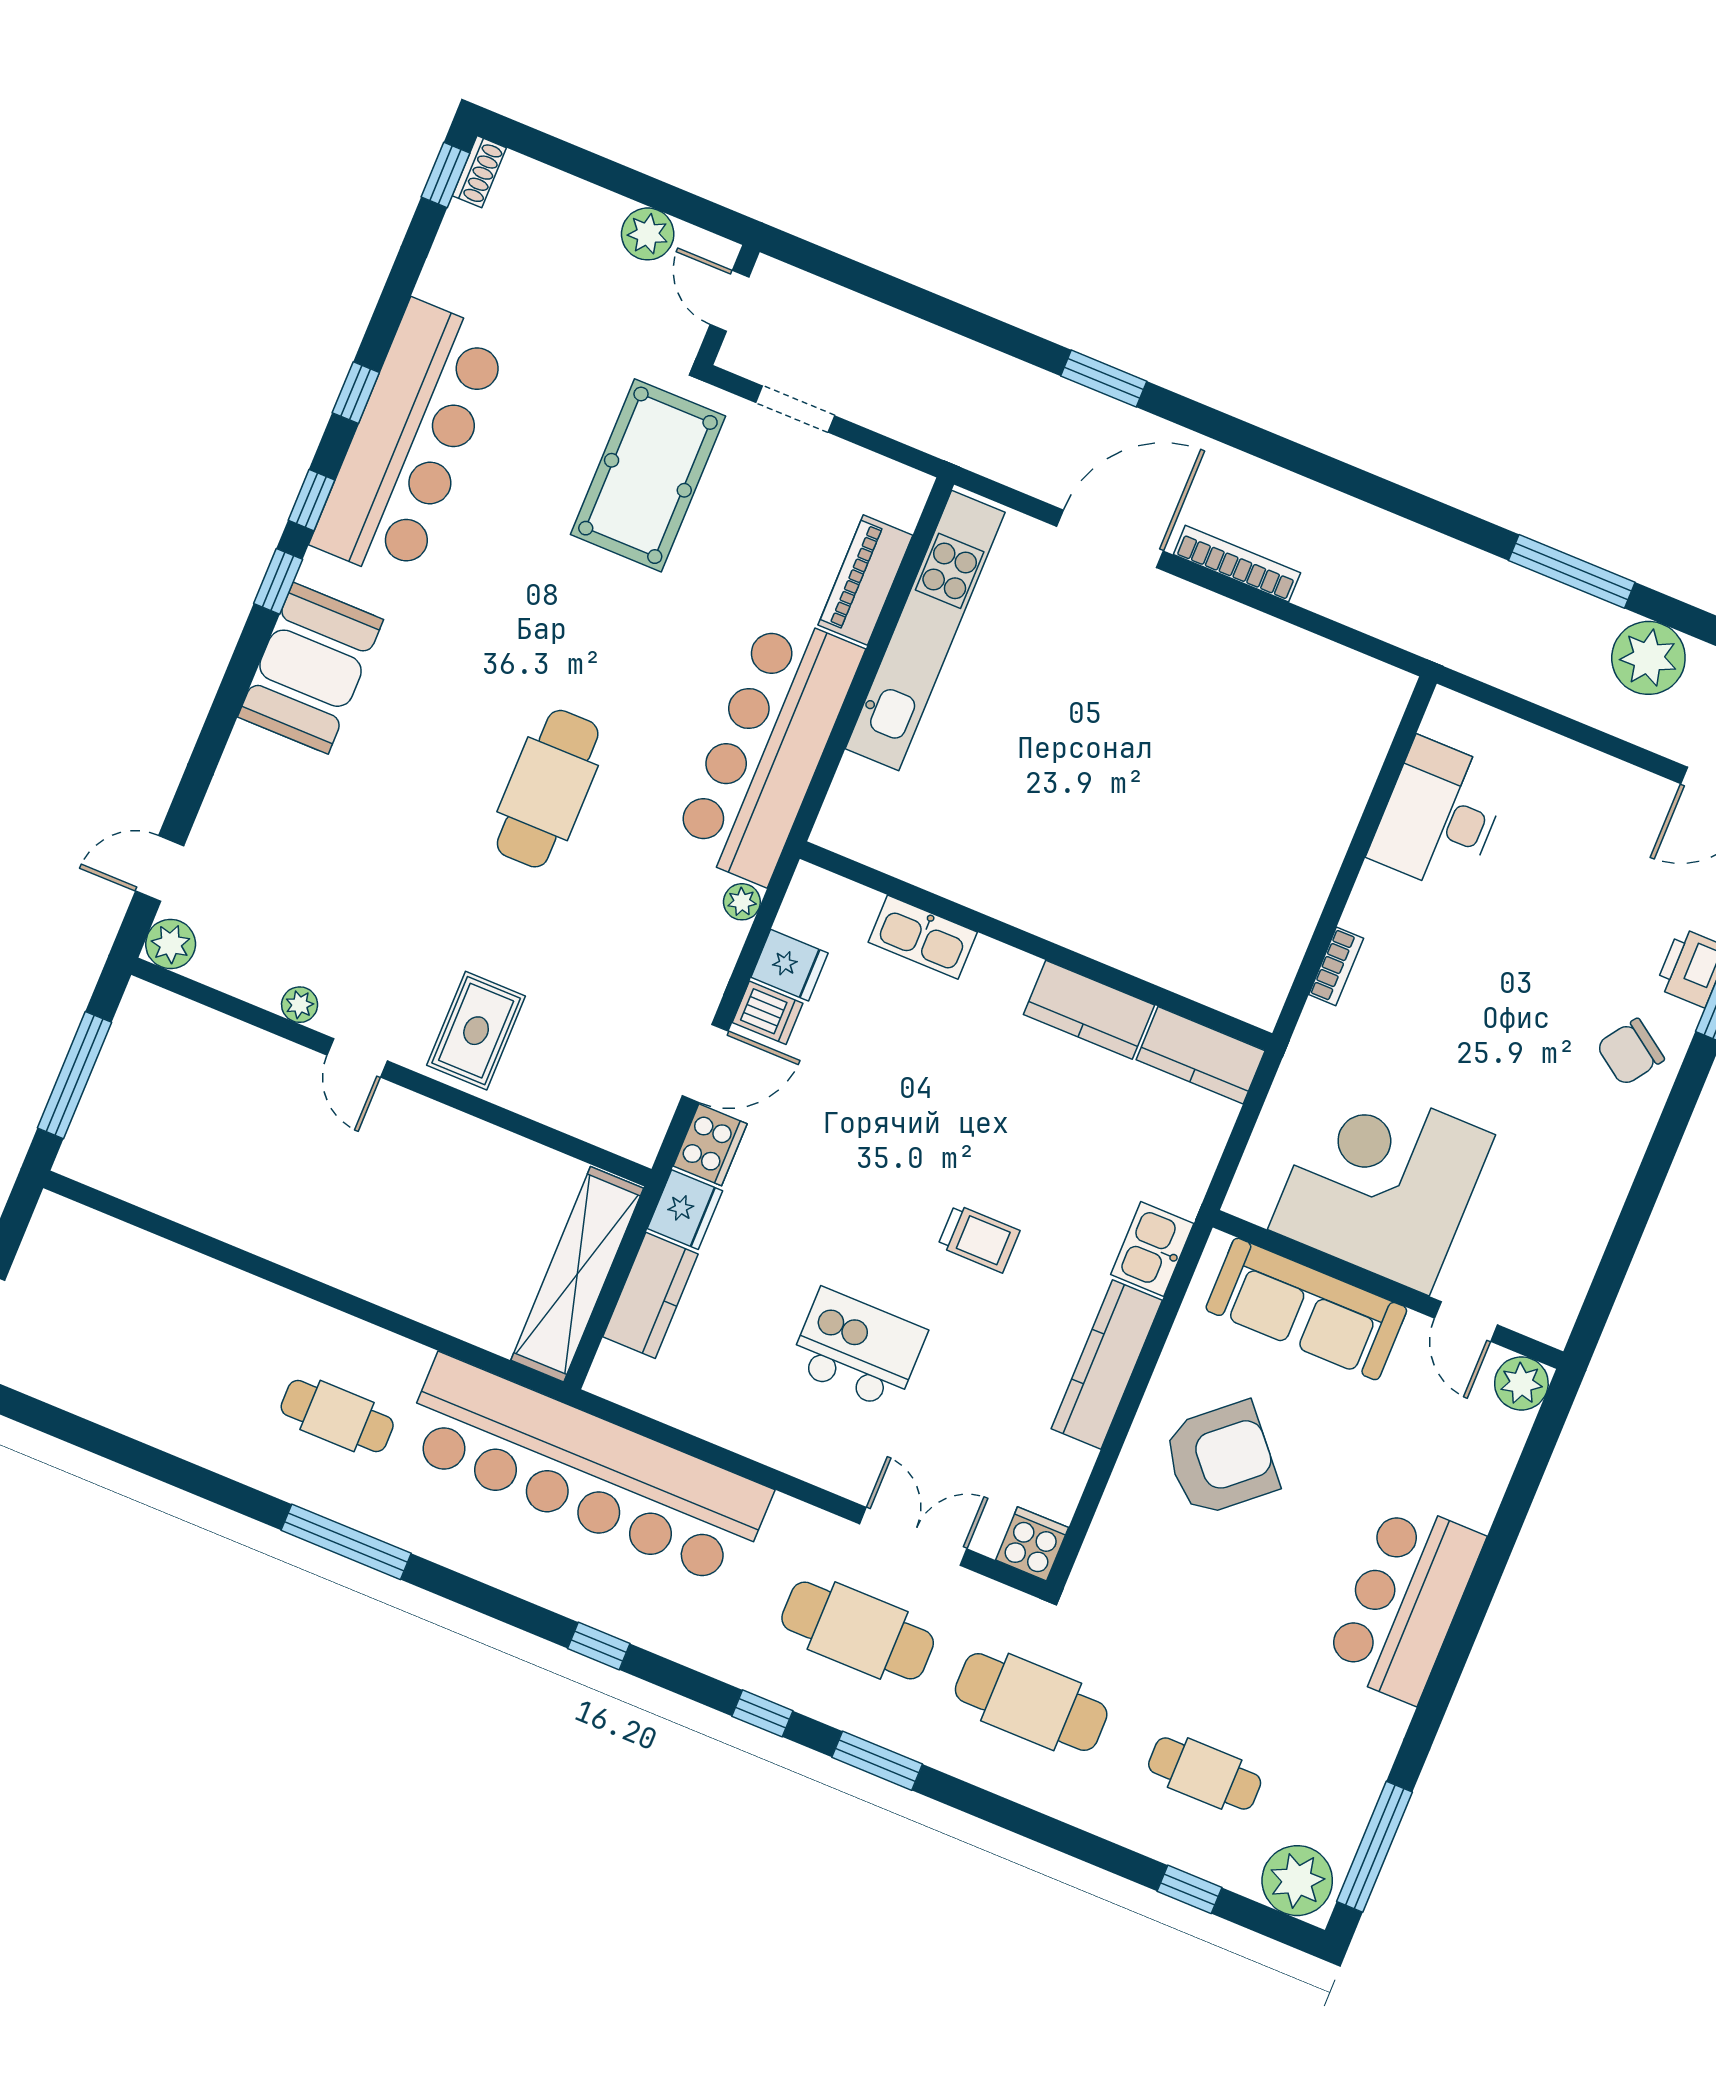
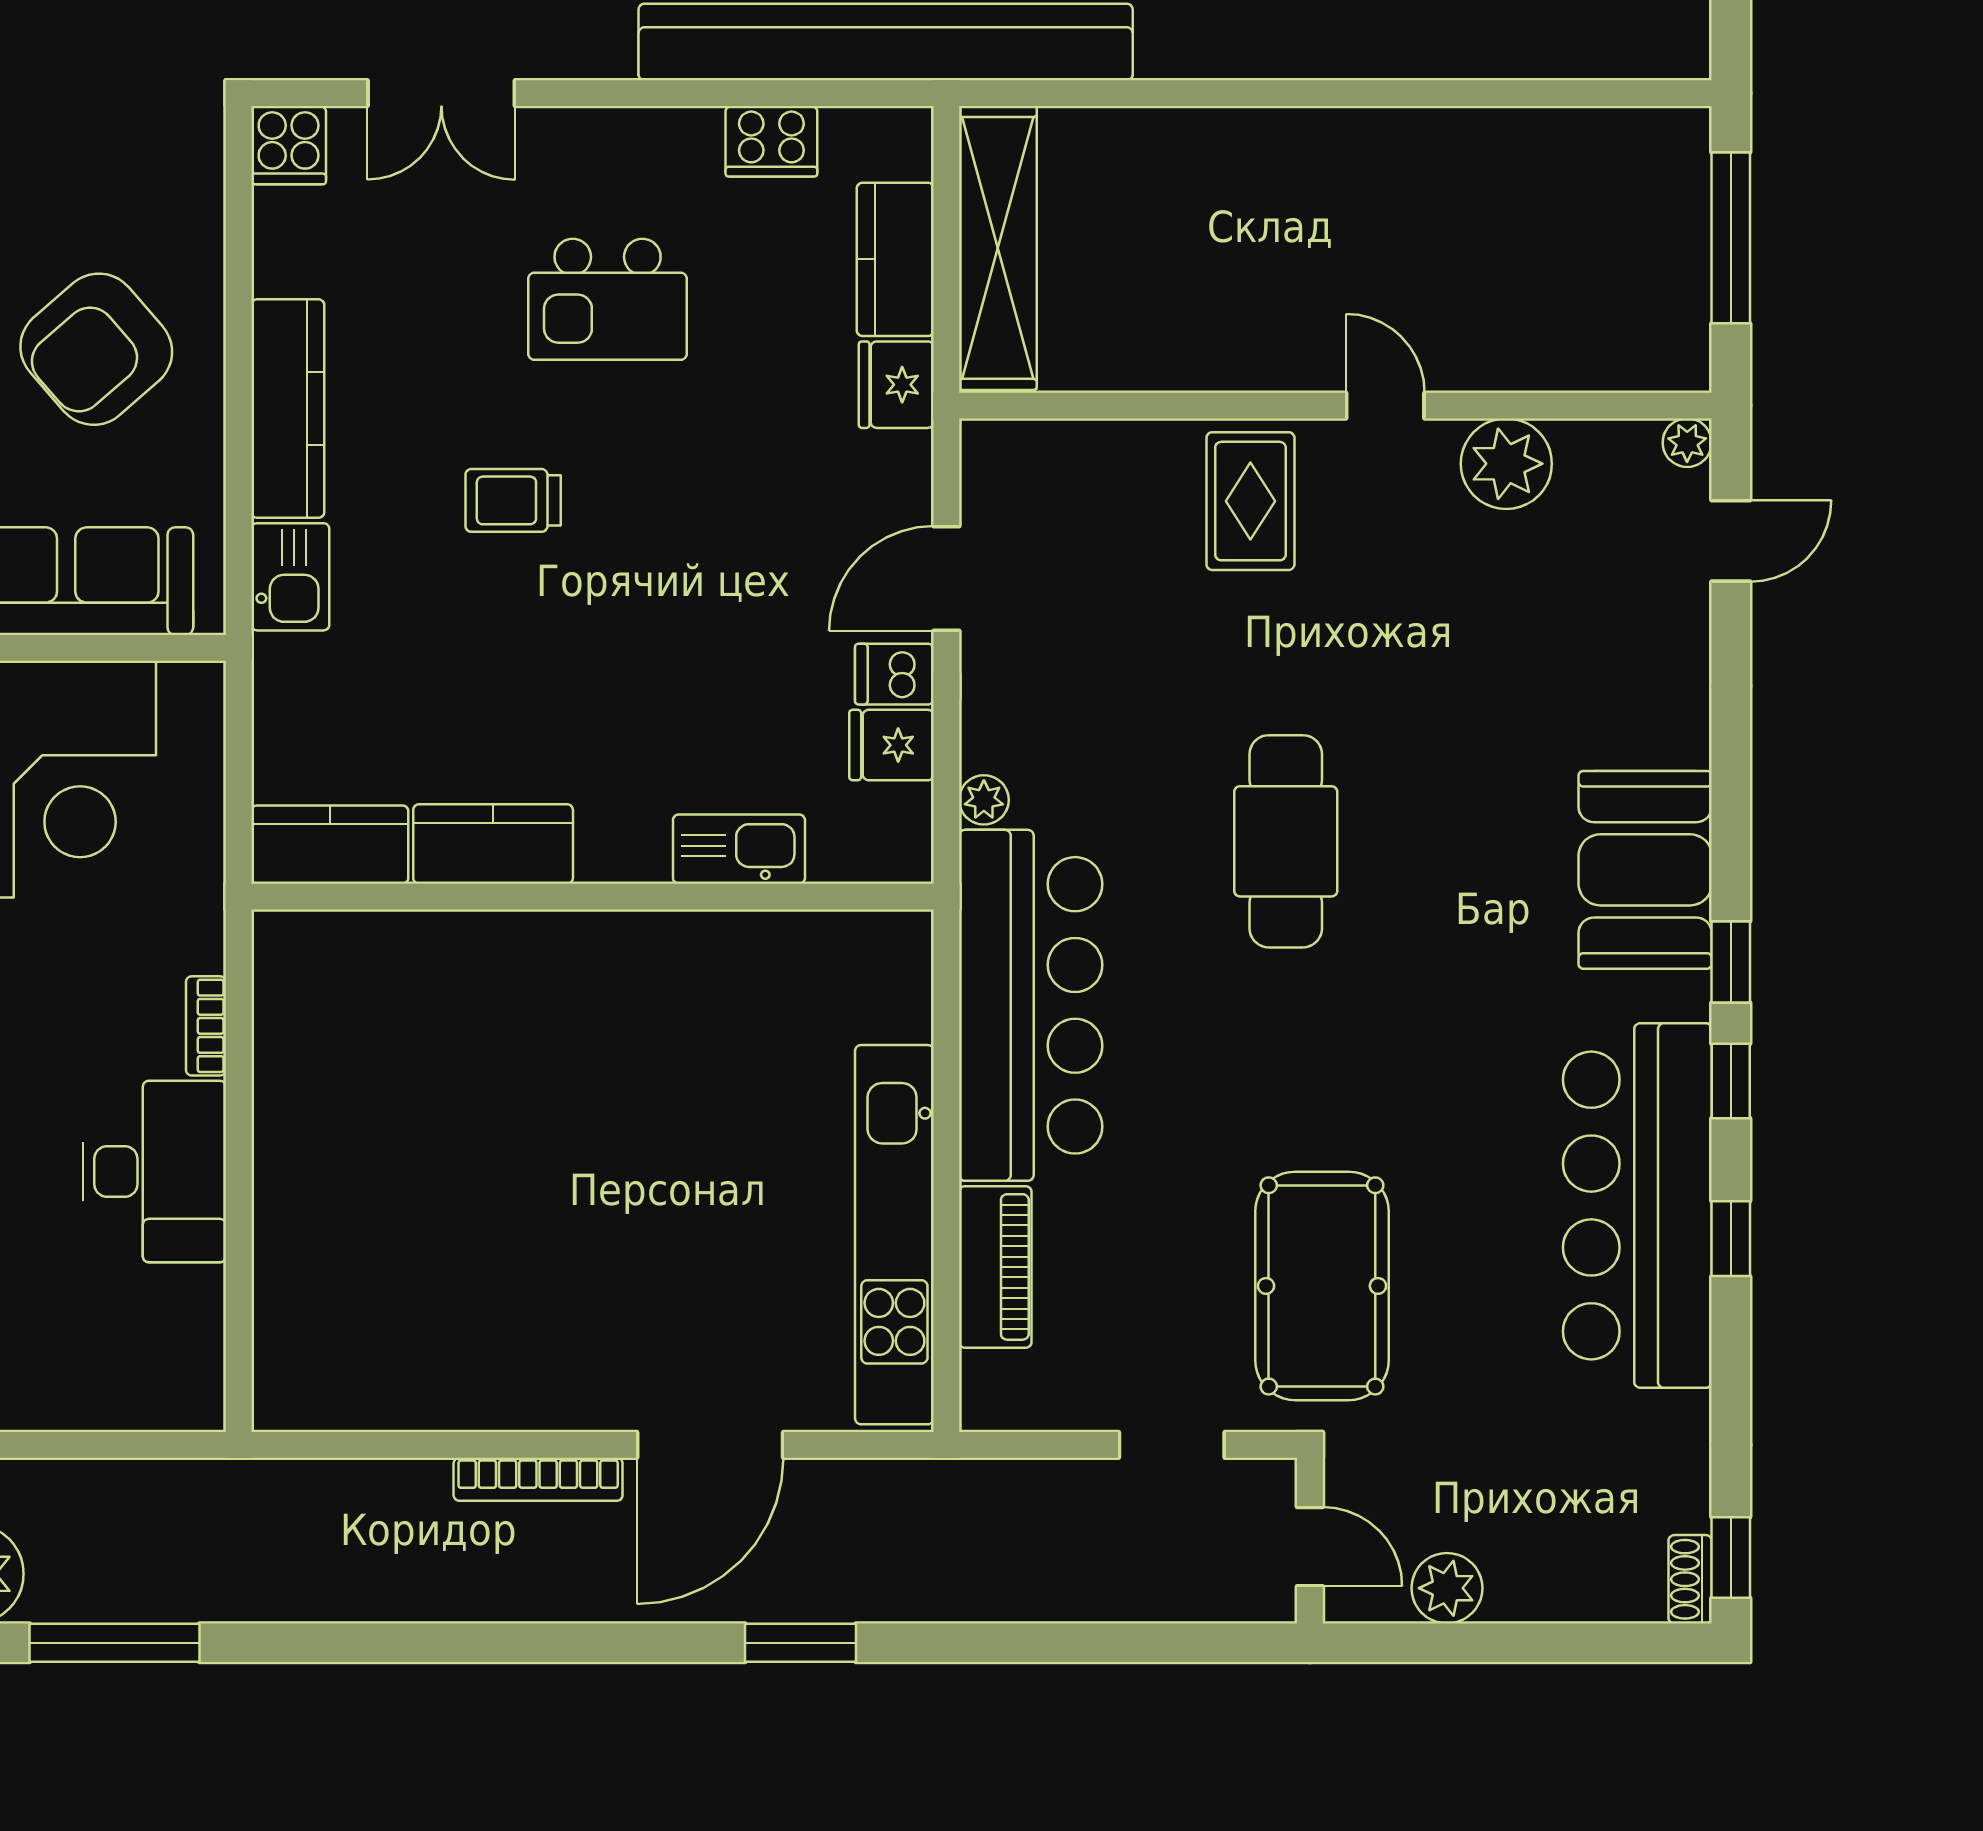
desk: (1439, 815) -> (154, 1171), moved
plant: (171, 944) -> (1687, 443), width x0.73, depth x0.73
plant: (300, 1005) -> (1506, 464), width x1.88, depth x1.88
cooker: (710, 1145) -> (771, 141), moved, turned -90

